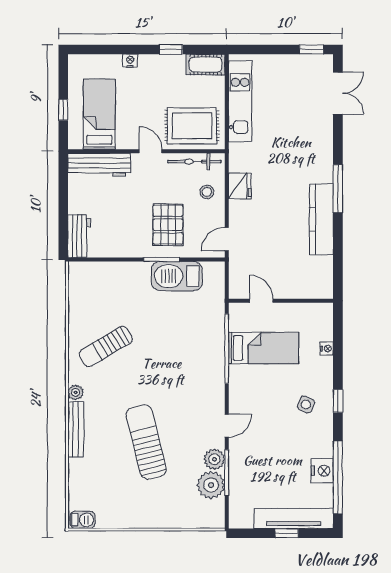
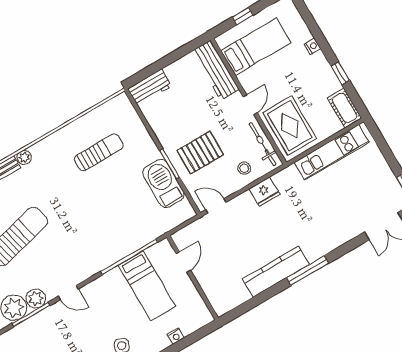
sun lounger: (106, 346) -> (99, 152), moved, turned 121

